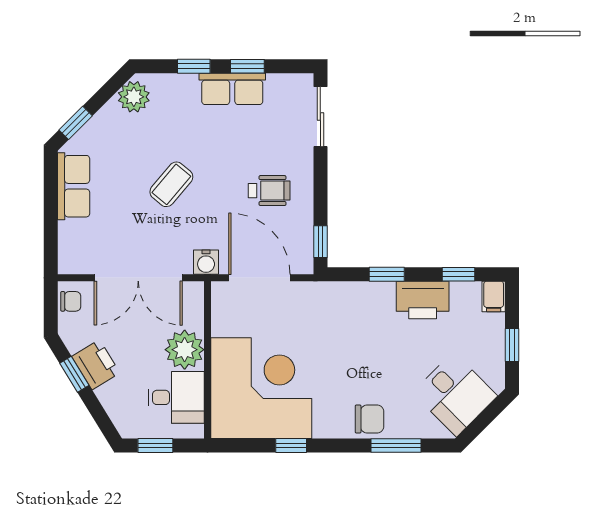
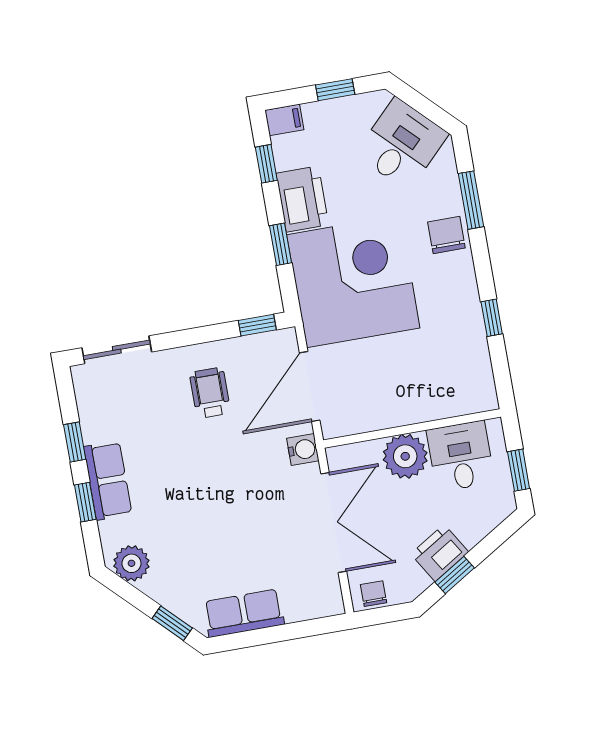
row of seats: (232, 89) -> (108, 480), moved
coffee table: (171, 184) -> (222, 504), removed
corner desk: (261, 388) -> (353, 281), moved, turned 90

